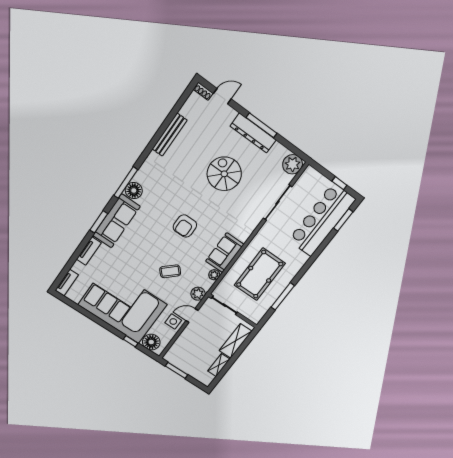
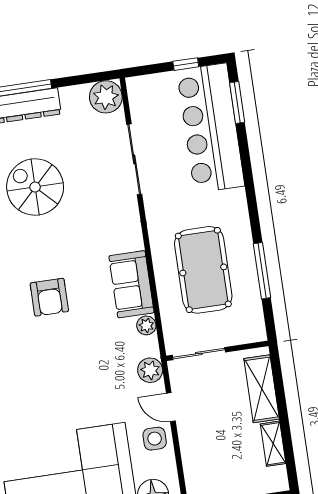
coffee table: (170, 271) -> (86, 374), removed
door: (192, 315) -> (171, 407), hinge flipped

